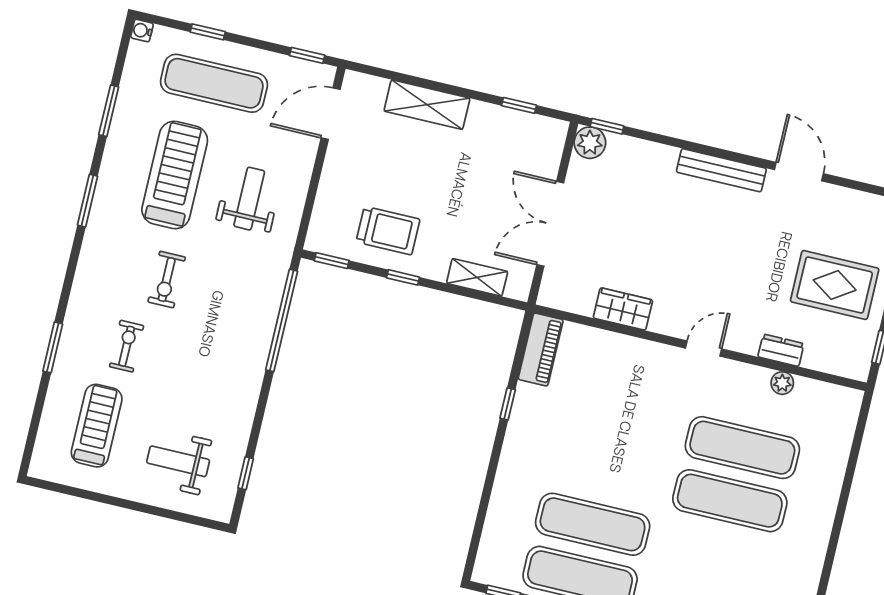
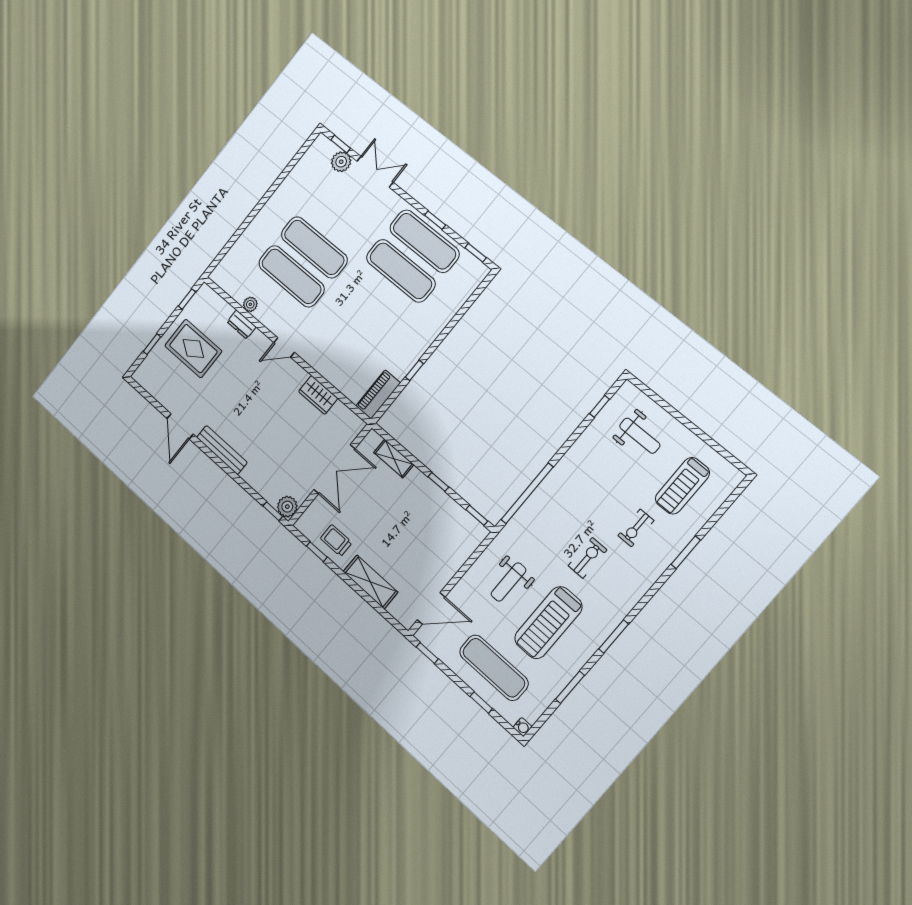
trolley: (388, 231) -> (336, 540), moved, width x0.73, depth x0.72

